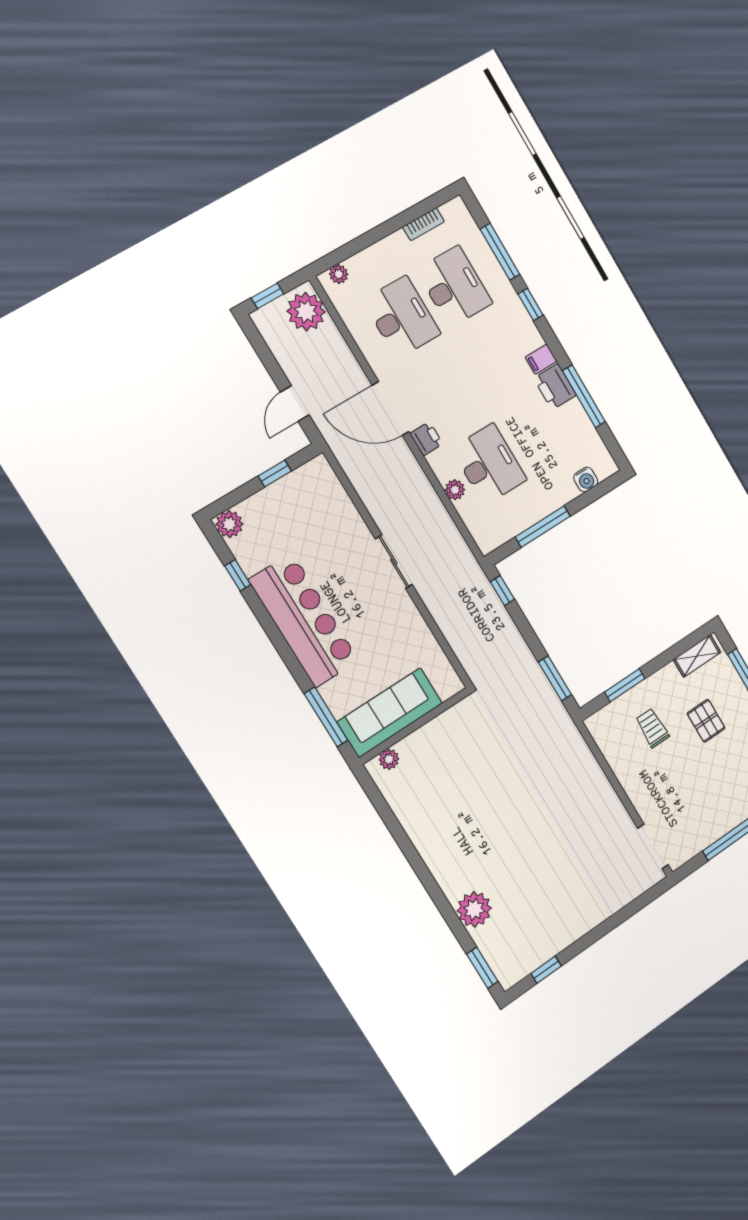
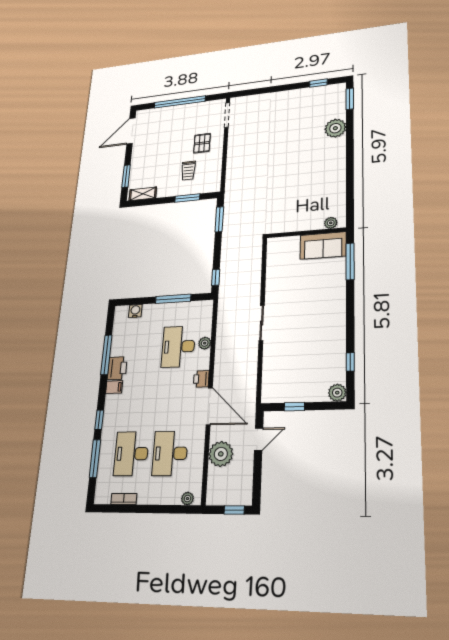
plant: (306, 312) -> (221, 454), moved
bar counter: (304, 620) -> (330, 318), removed
sofa: (390, 713) -> (323, 246), width x0.73
pallet: (706, 721) -> (202, 143), moved

